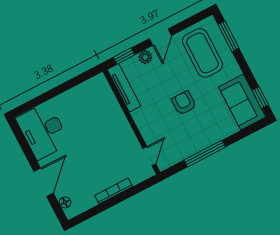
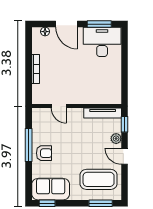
armchair: (184, 103) -> (44, 153), moved
window: (24, 145) -> (99, 24), added
door: (149, 156) -> (59, 106), moved

